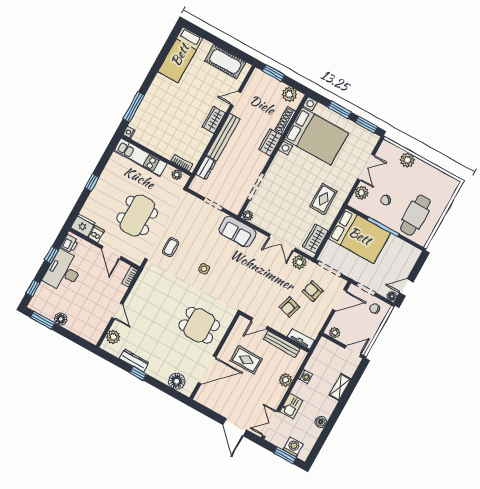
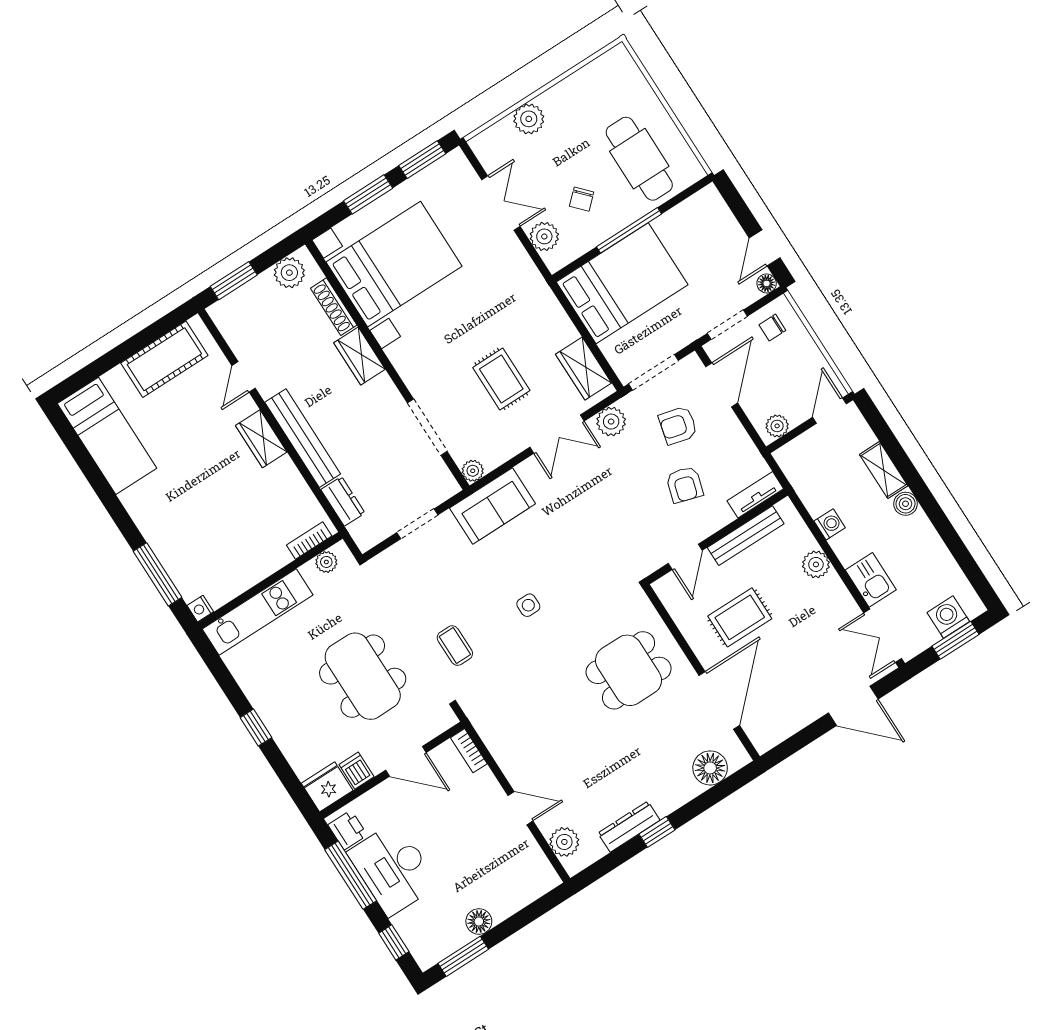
rug: (323, 199) -> (501, 379), moved
window: (51, 255) -> (351, 875), width x2.17
boiler: (321, 422) -> (906, 504), moved

